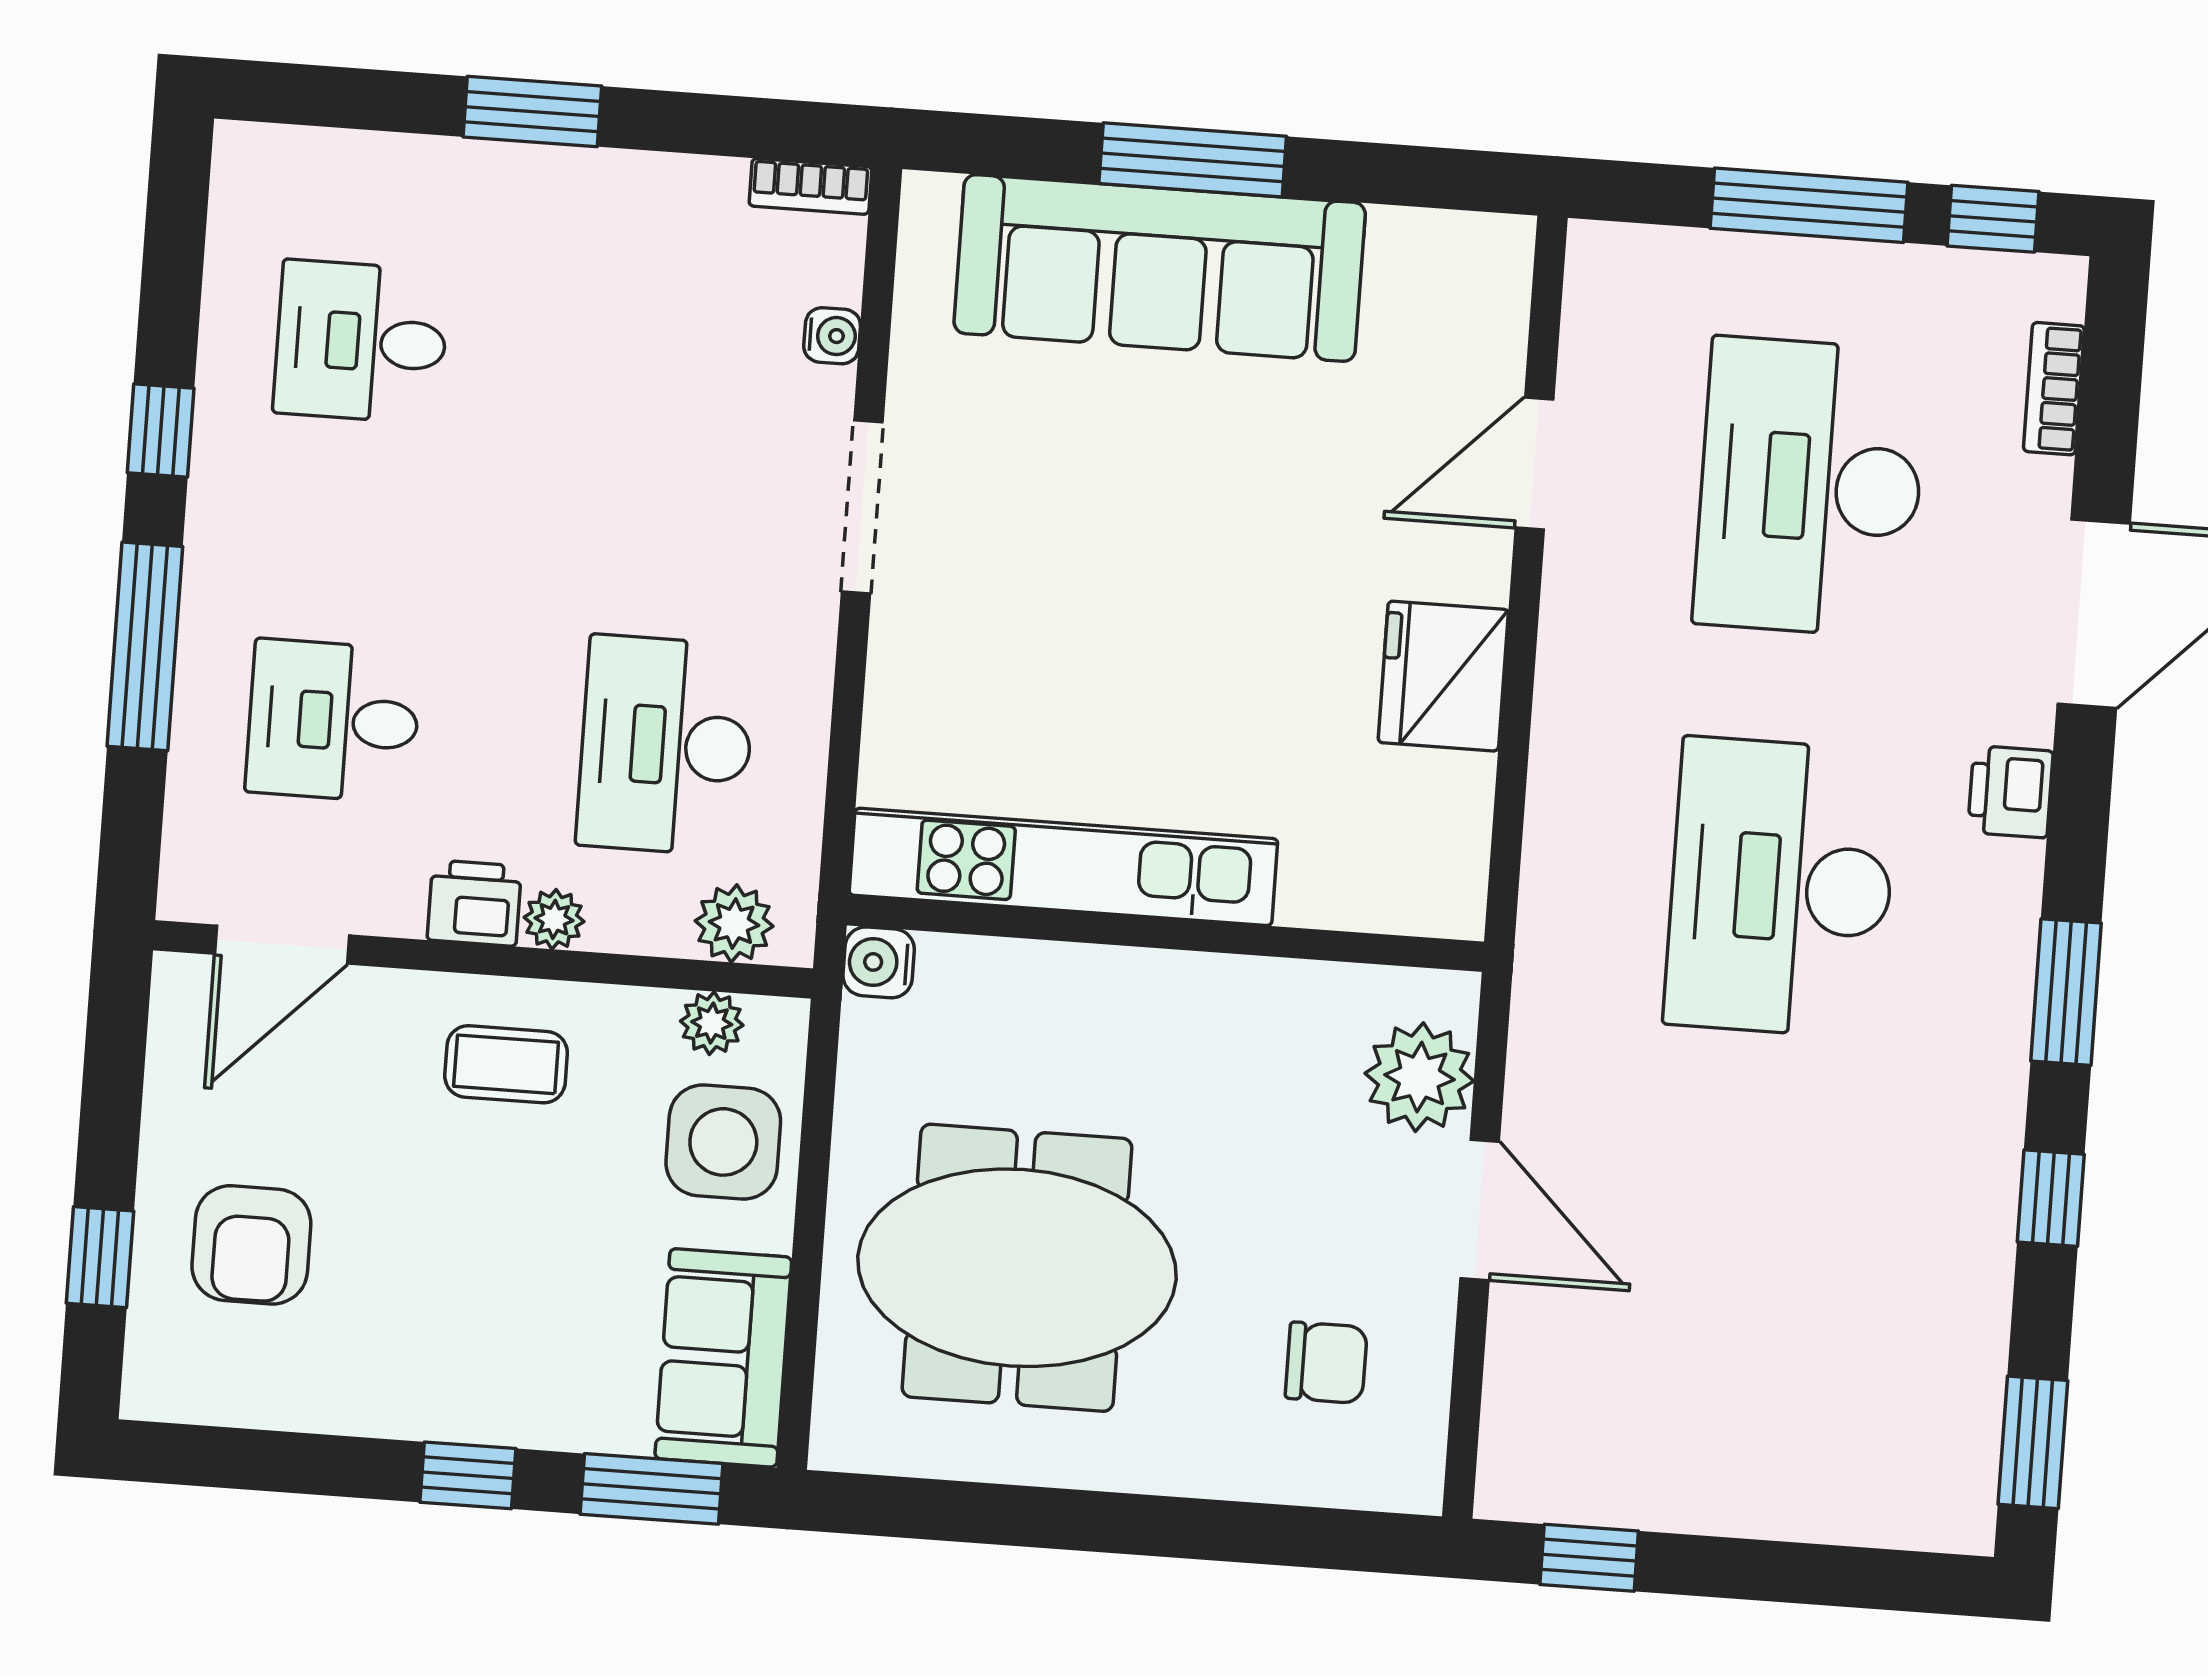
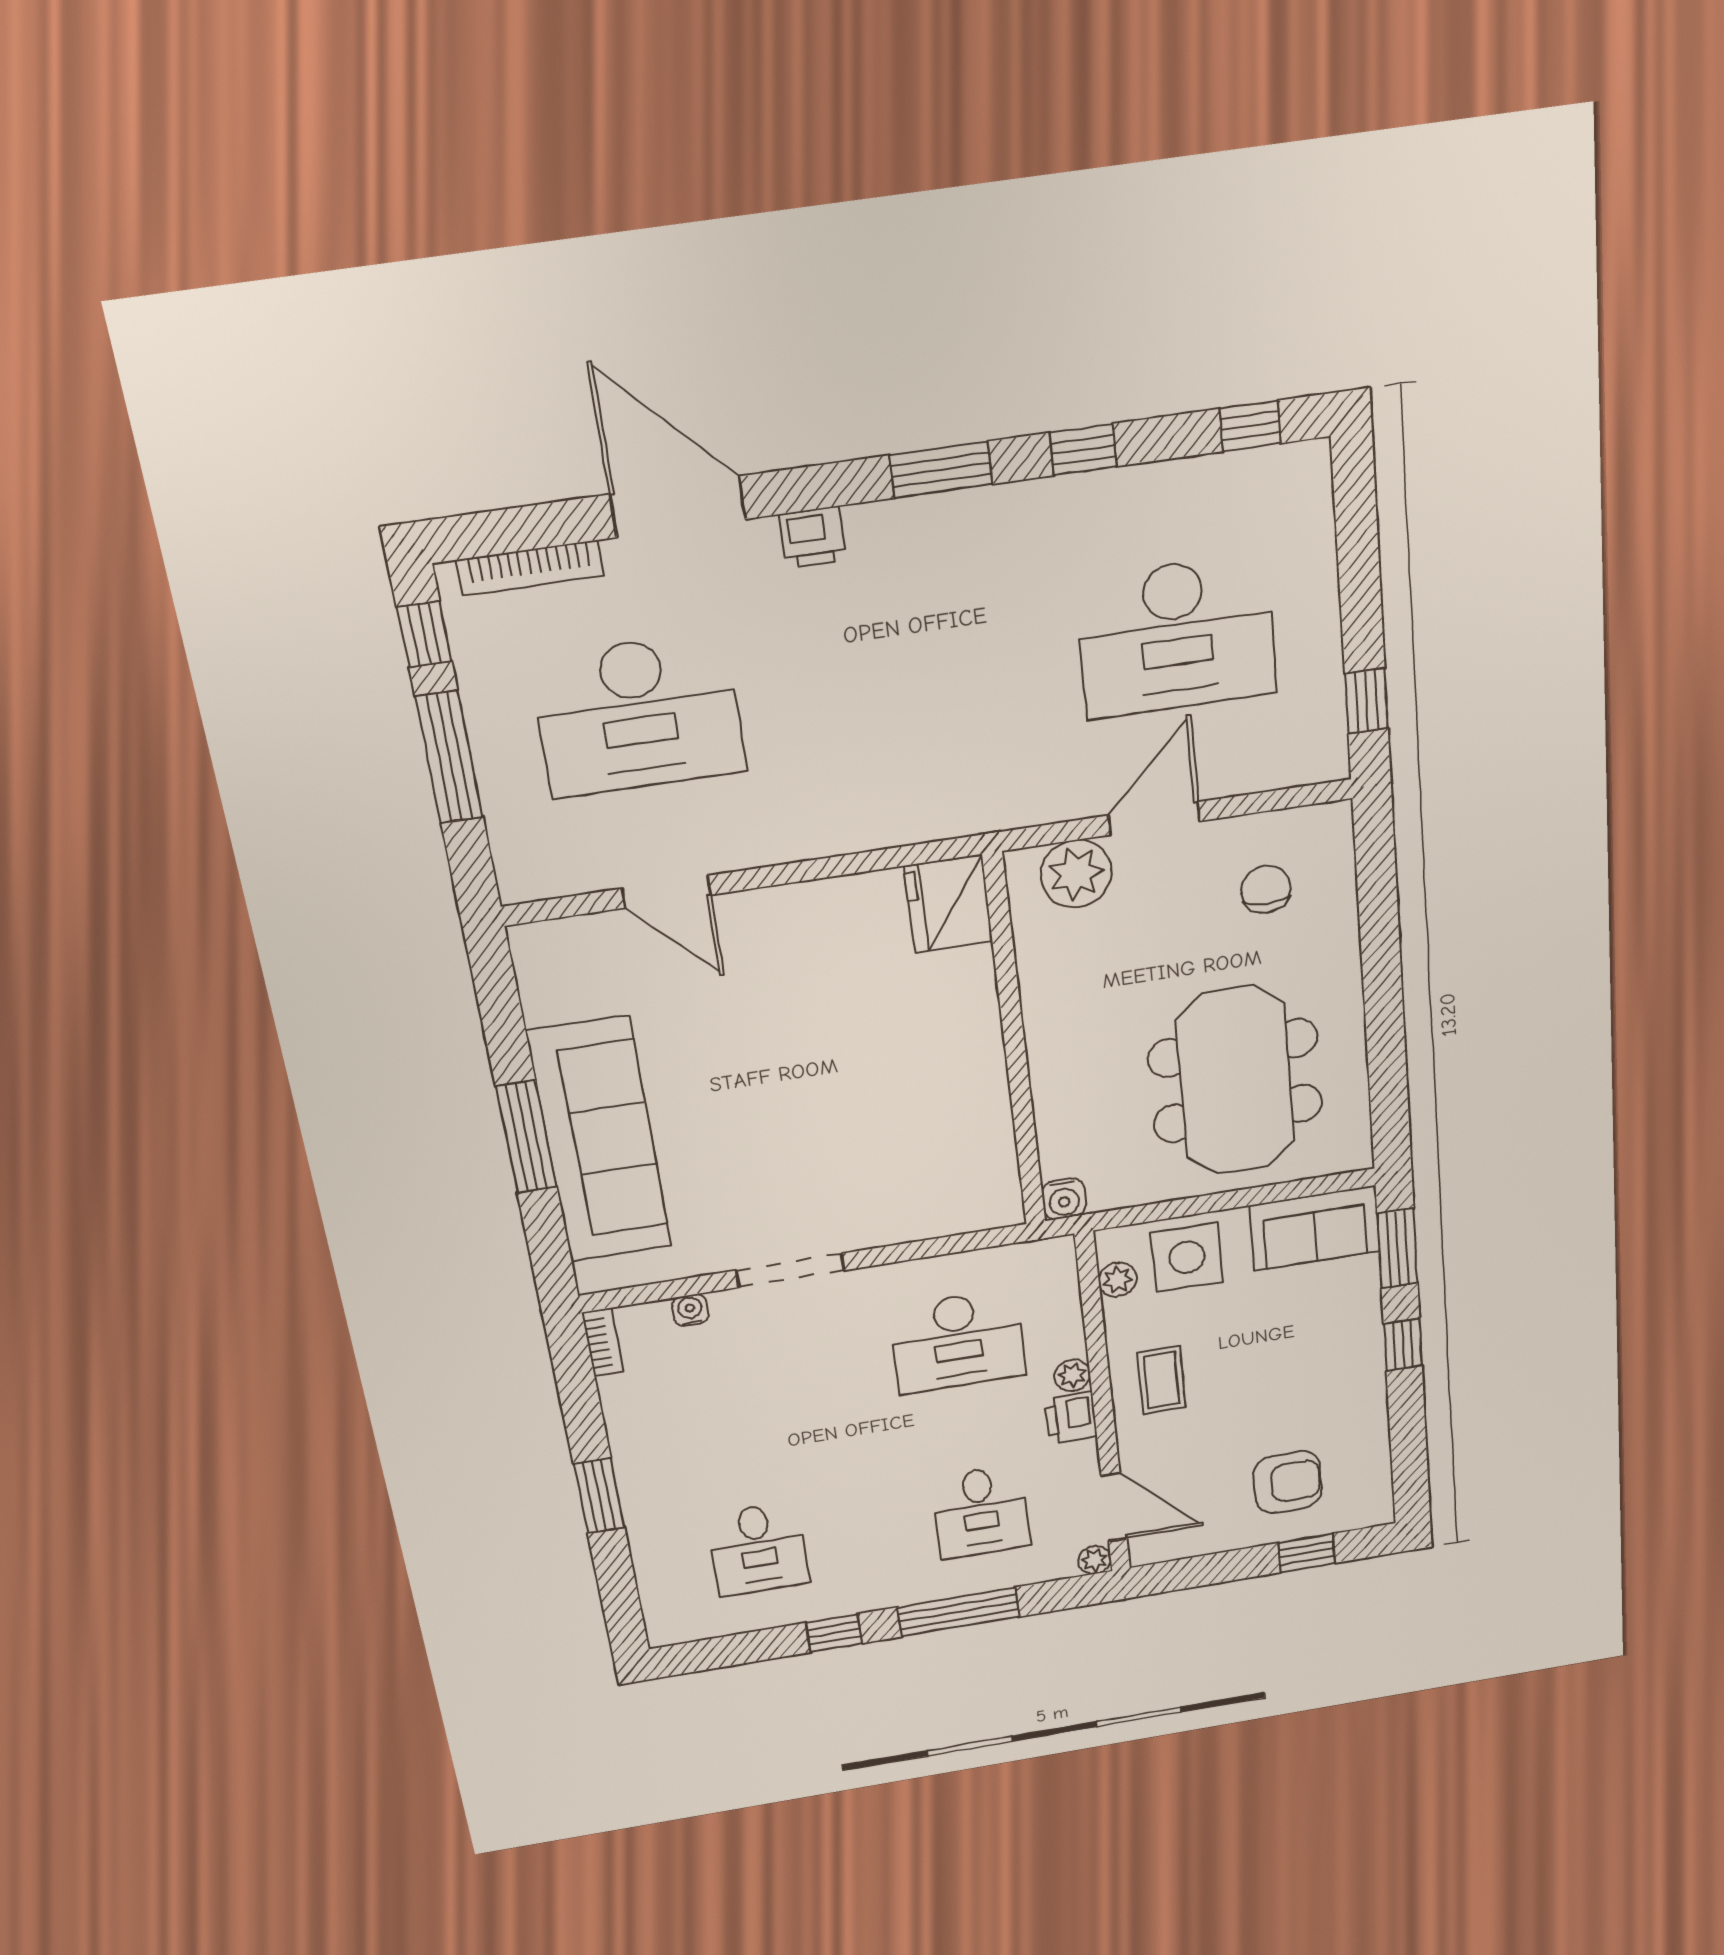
bookcase: (2054, 389) -> (530, 568), width x1.56
fridge: (1443, 676) -> (949, 904), moved, turned 90
kitchen unit: (1063, 867) -> (985, 1110), removed
desk: (1781, 887) -> (1176, 636), moved
plant: (734, 924) -> (1095, 1560), moved, width x0.73, depth x0.73
window: (2033, 1442) -> (1250, 426), width x0.67

